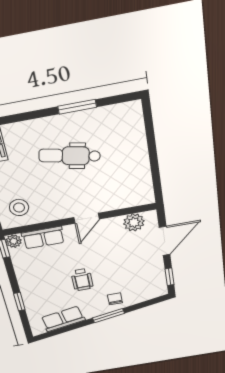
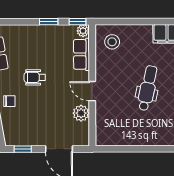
plant: (134, 222) -> (81, 113), moved
window: (19, 302) -> (49, 22), moved

